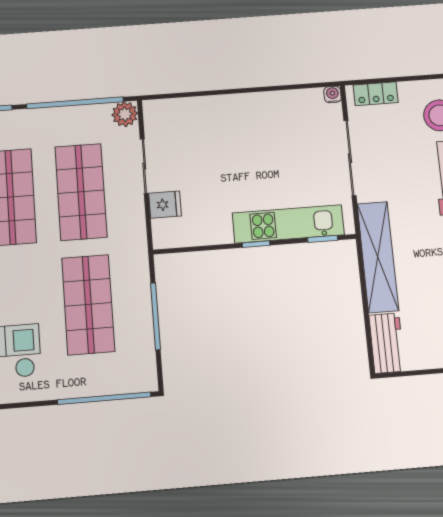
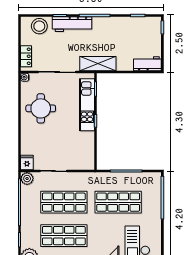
round table: (272, 131) -> (41, 108), added
fridge: (165, 205) -> (27, 163), moved
shelving: (378, 257) -> (98, 64), width x0.68

